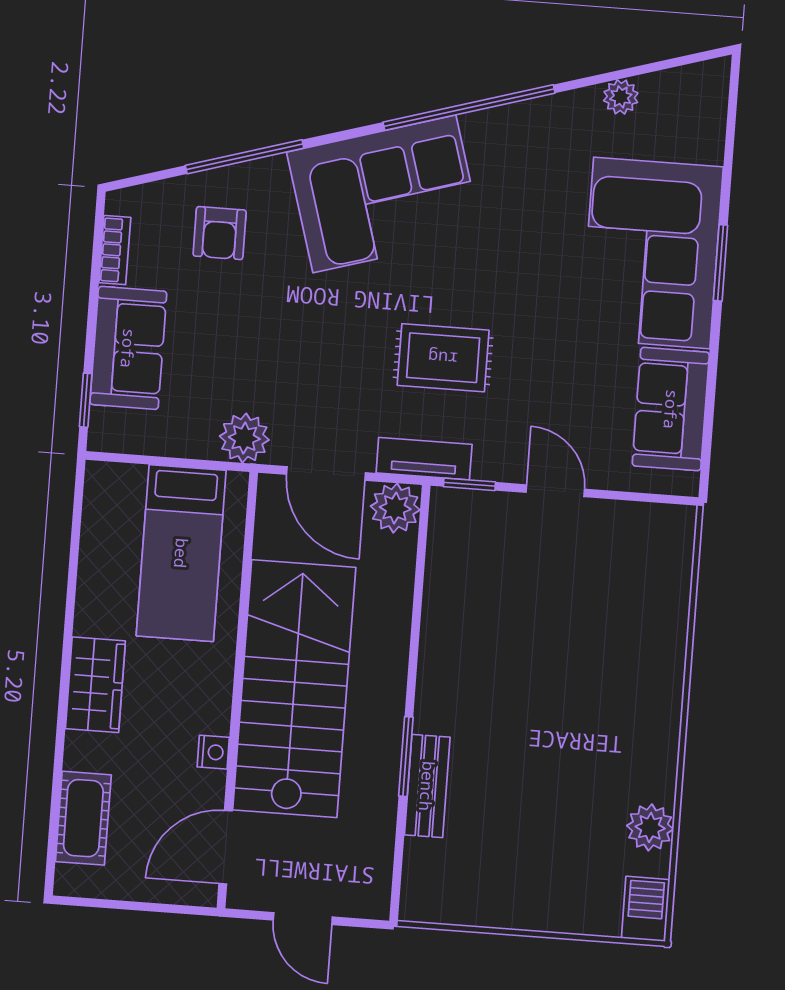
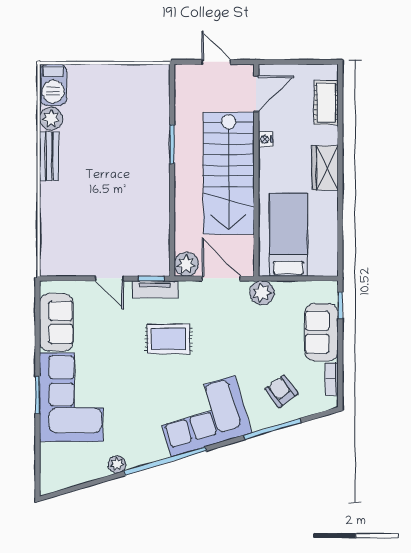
plant: (621, 97) -> (117, 464), moved
armchair: (220, 233) -> (281, 391), turned -37
tv unit: (424, 459) -> (155, 289), moved
bench: (427, 786) -> (49, 156), moved
barbecue: (646, 909) -> (53, 85), width x1.38, depth x1.27

